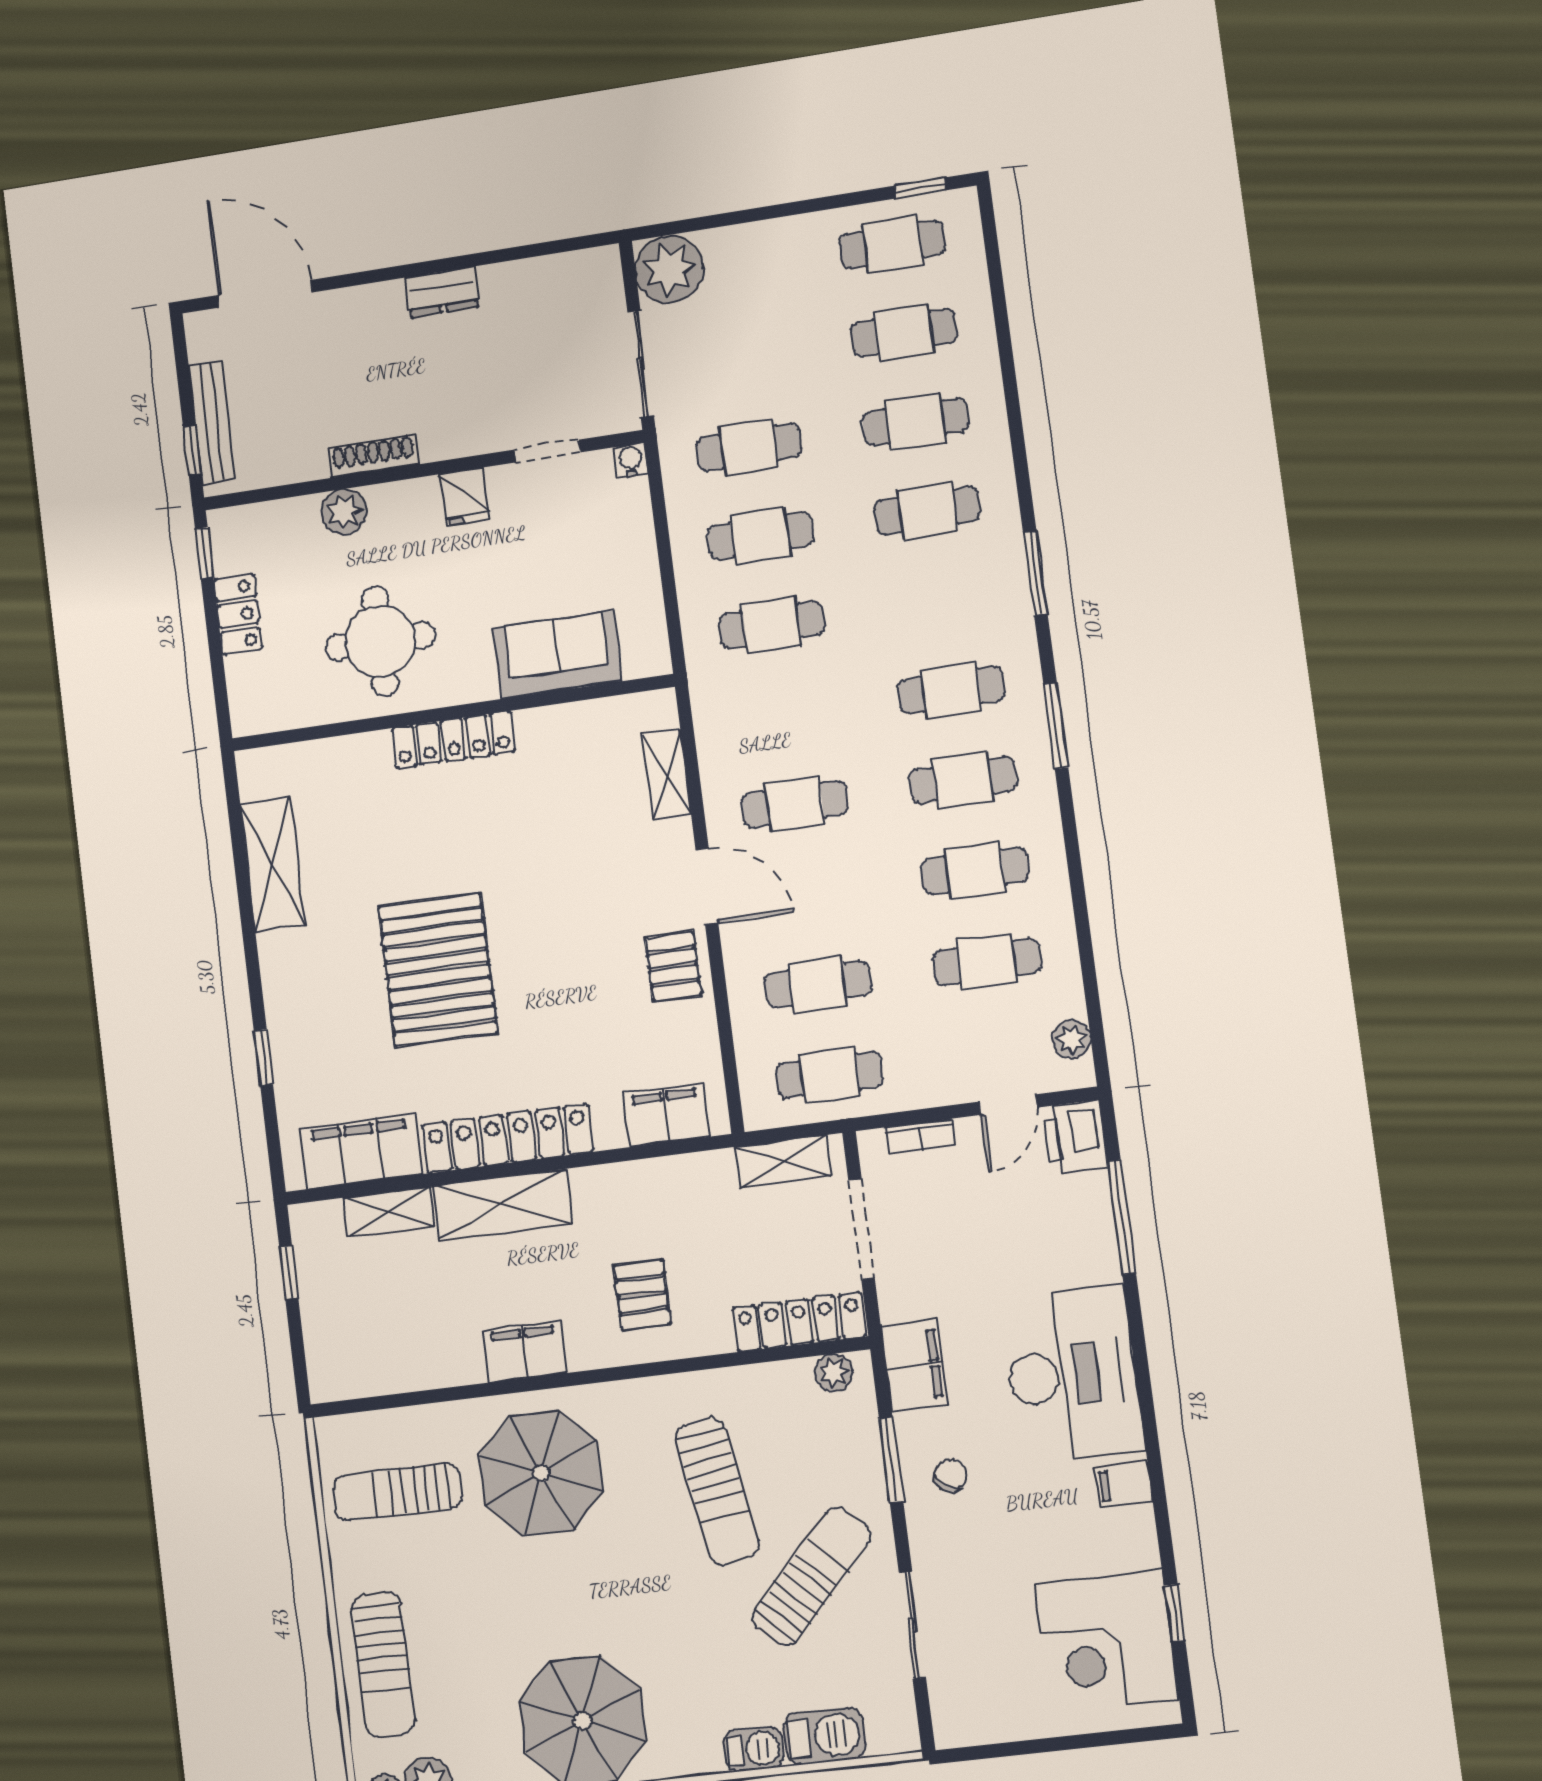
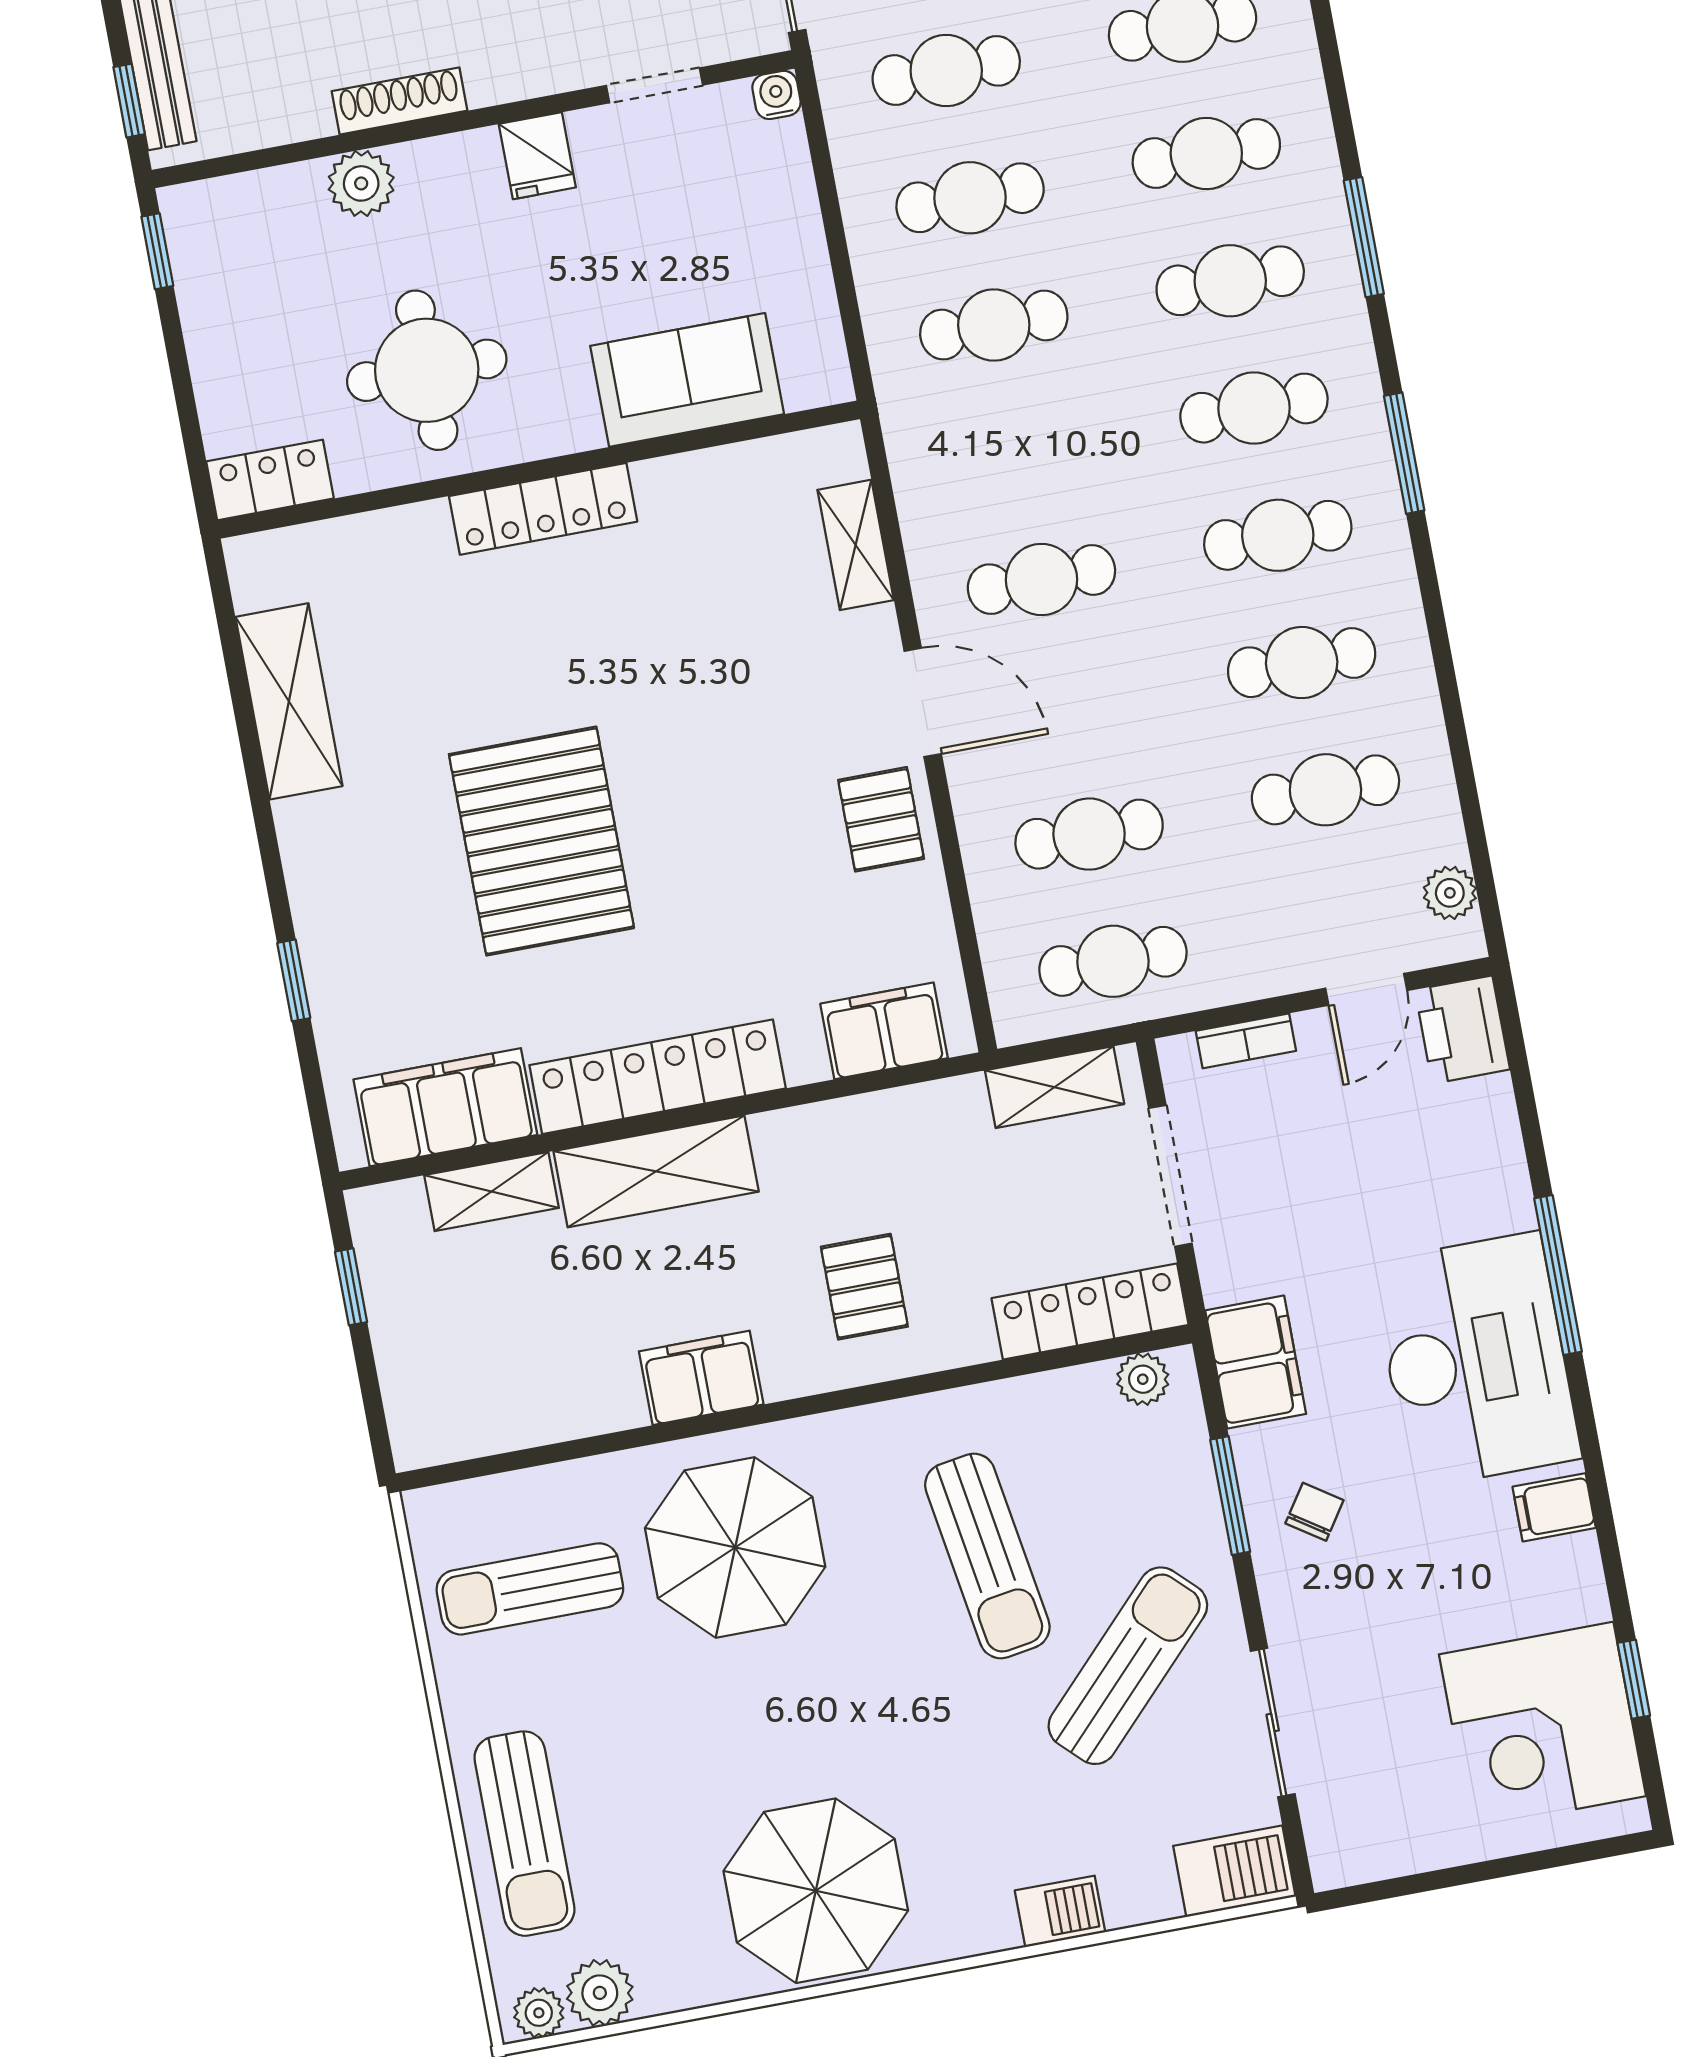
cafe table: (939, 600) -> (1230, 281), added
locker: (238, 614) -> (270, 480), moved, turned -90
window: (1122, 1217) -> (1558, 1275), moved
barbecue: (824, 1736) -> (1234, 1871), moved

